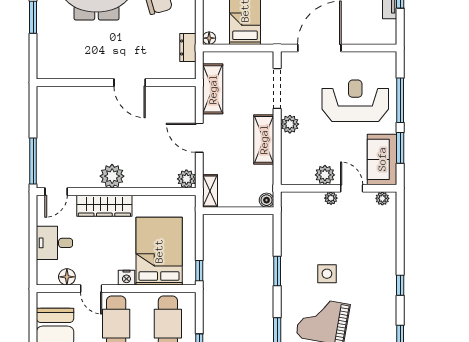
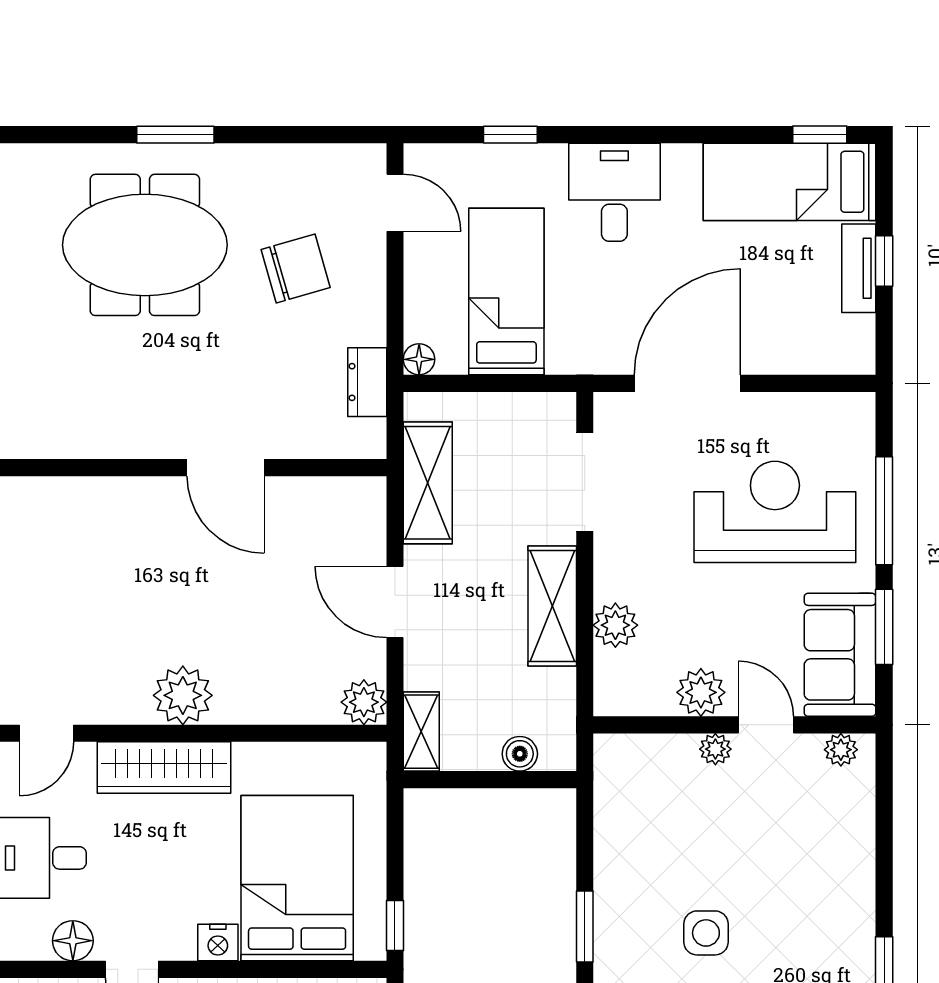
plant: (290, 124) -> (615, 625), moved
boiler: (267, 200) -> (520, 754), moved

